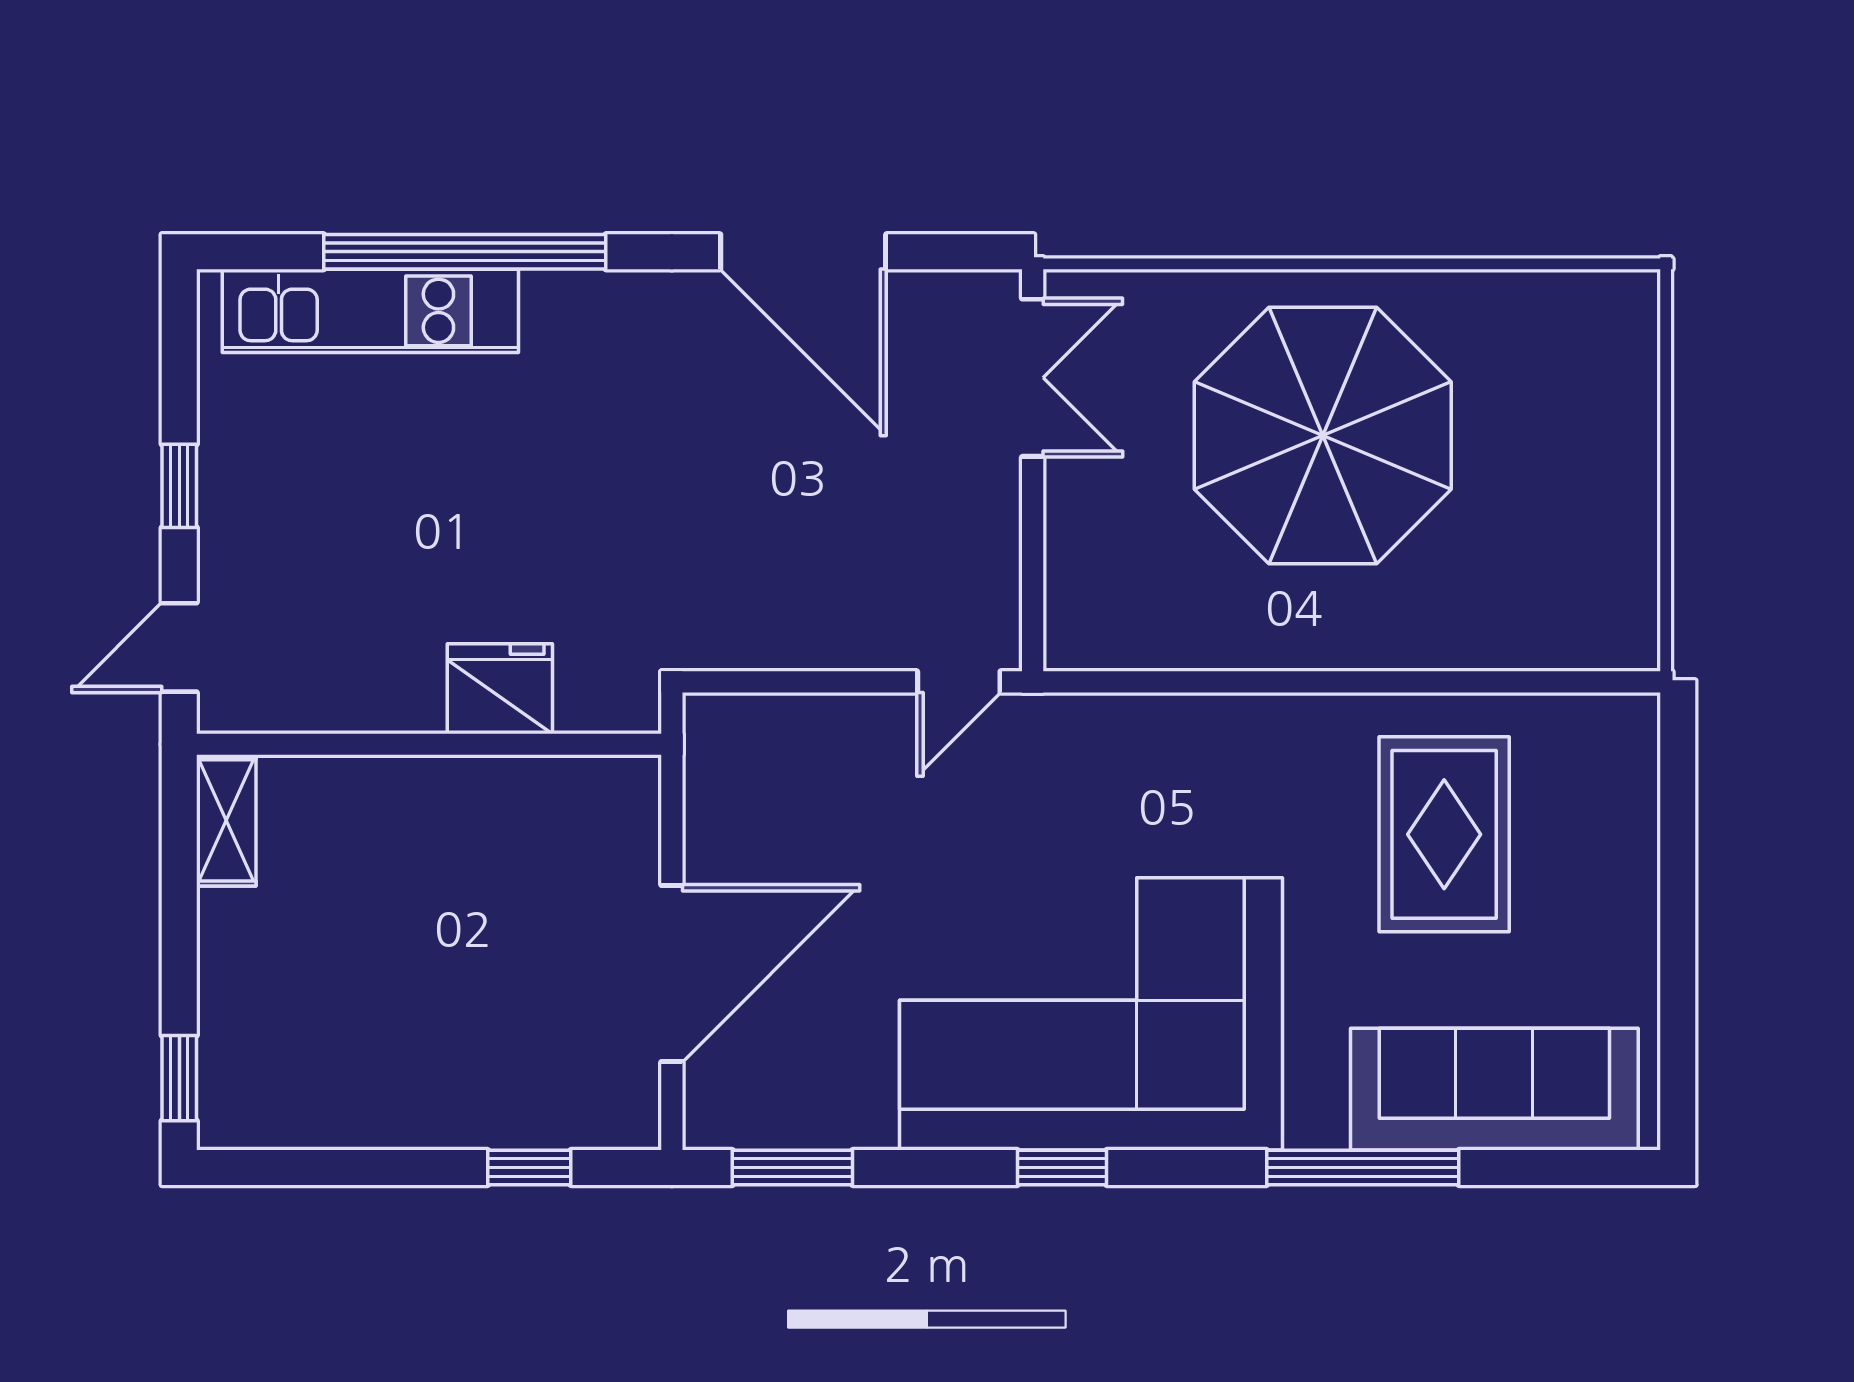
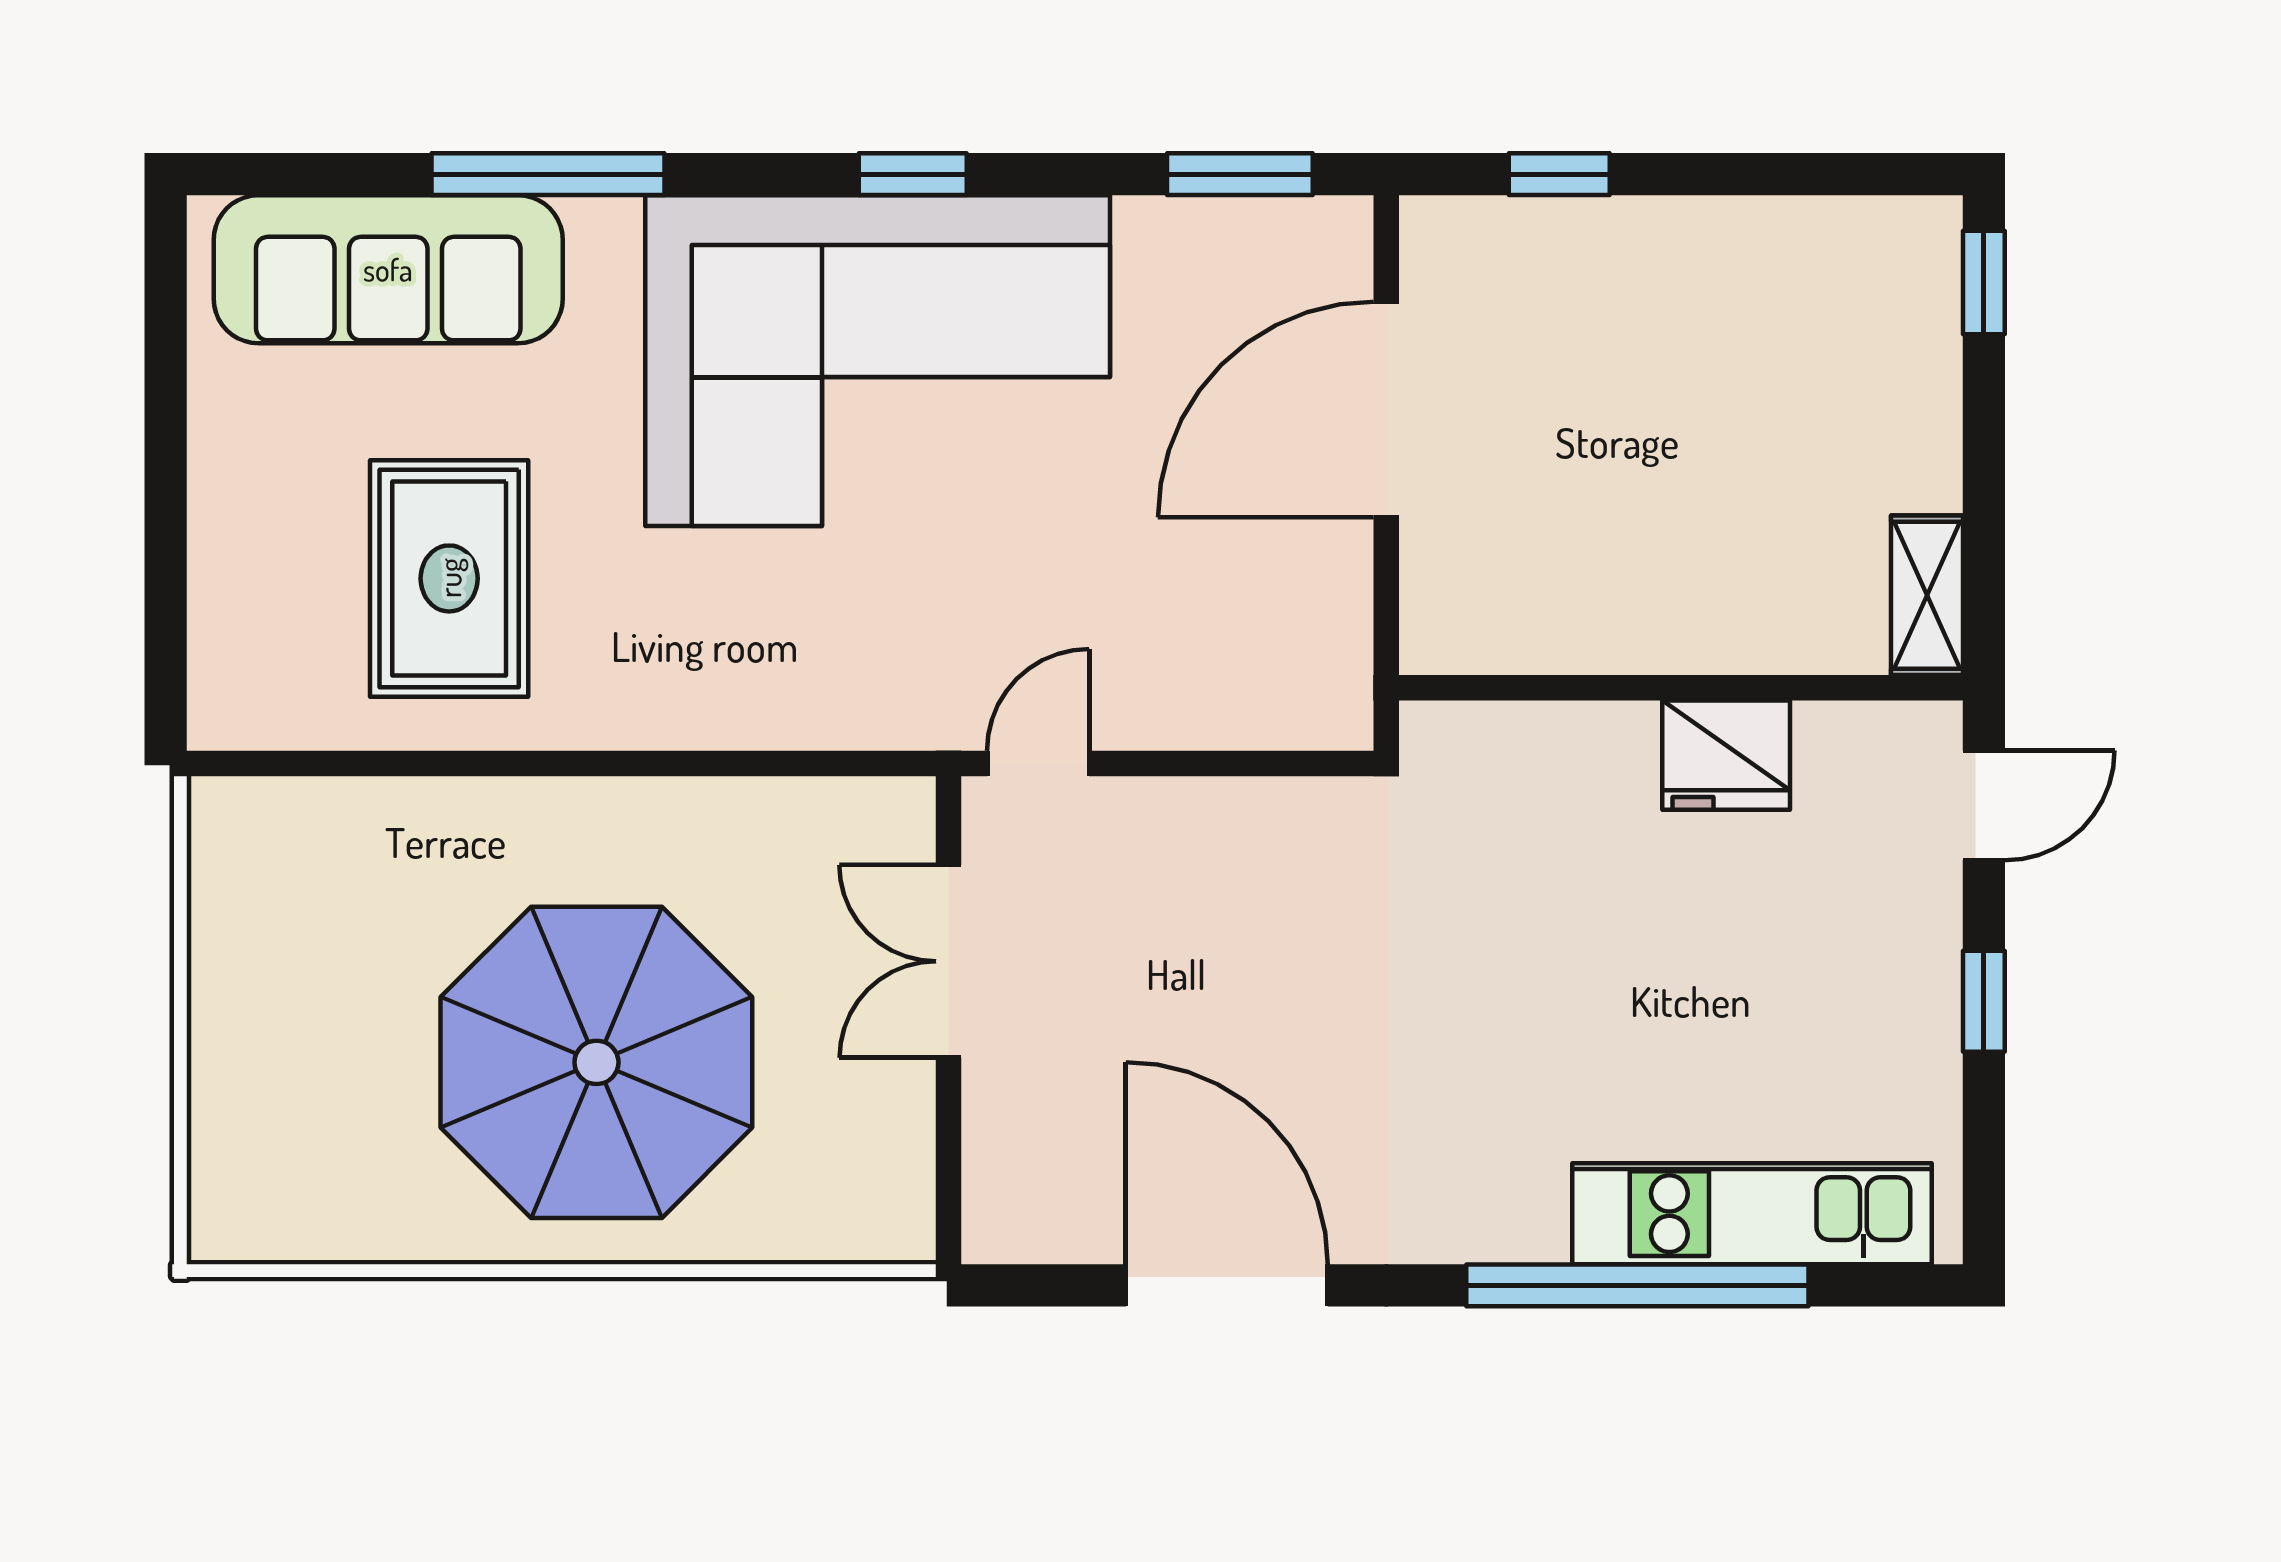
double door: (1033, 378) -> (948, 961), moved
fridge: (500, 689) -> (1726, 755), moved

